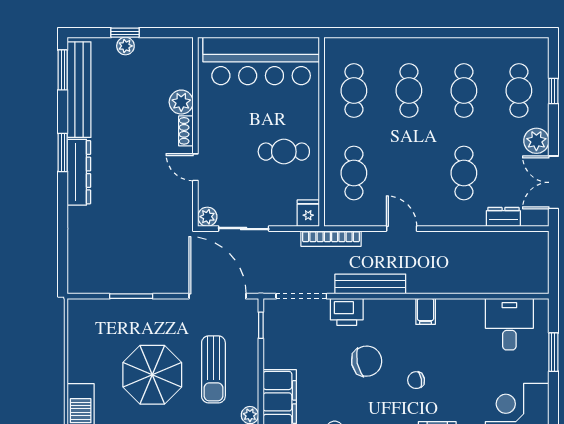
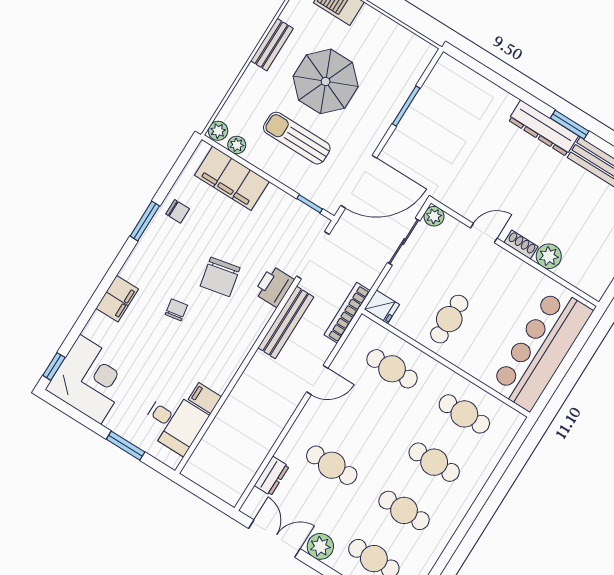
filing cabinet: (426, 311) -> (205, 398), moved

